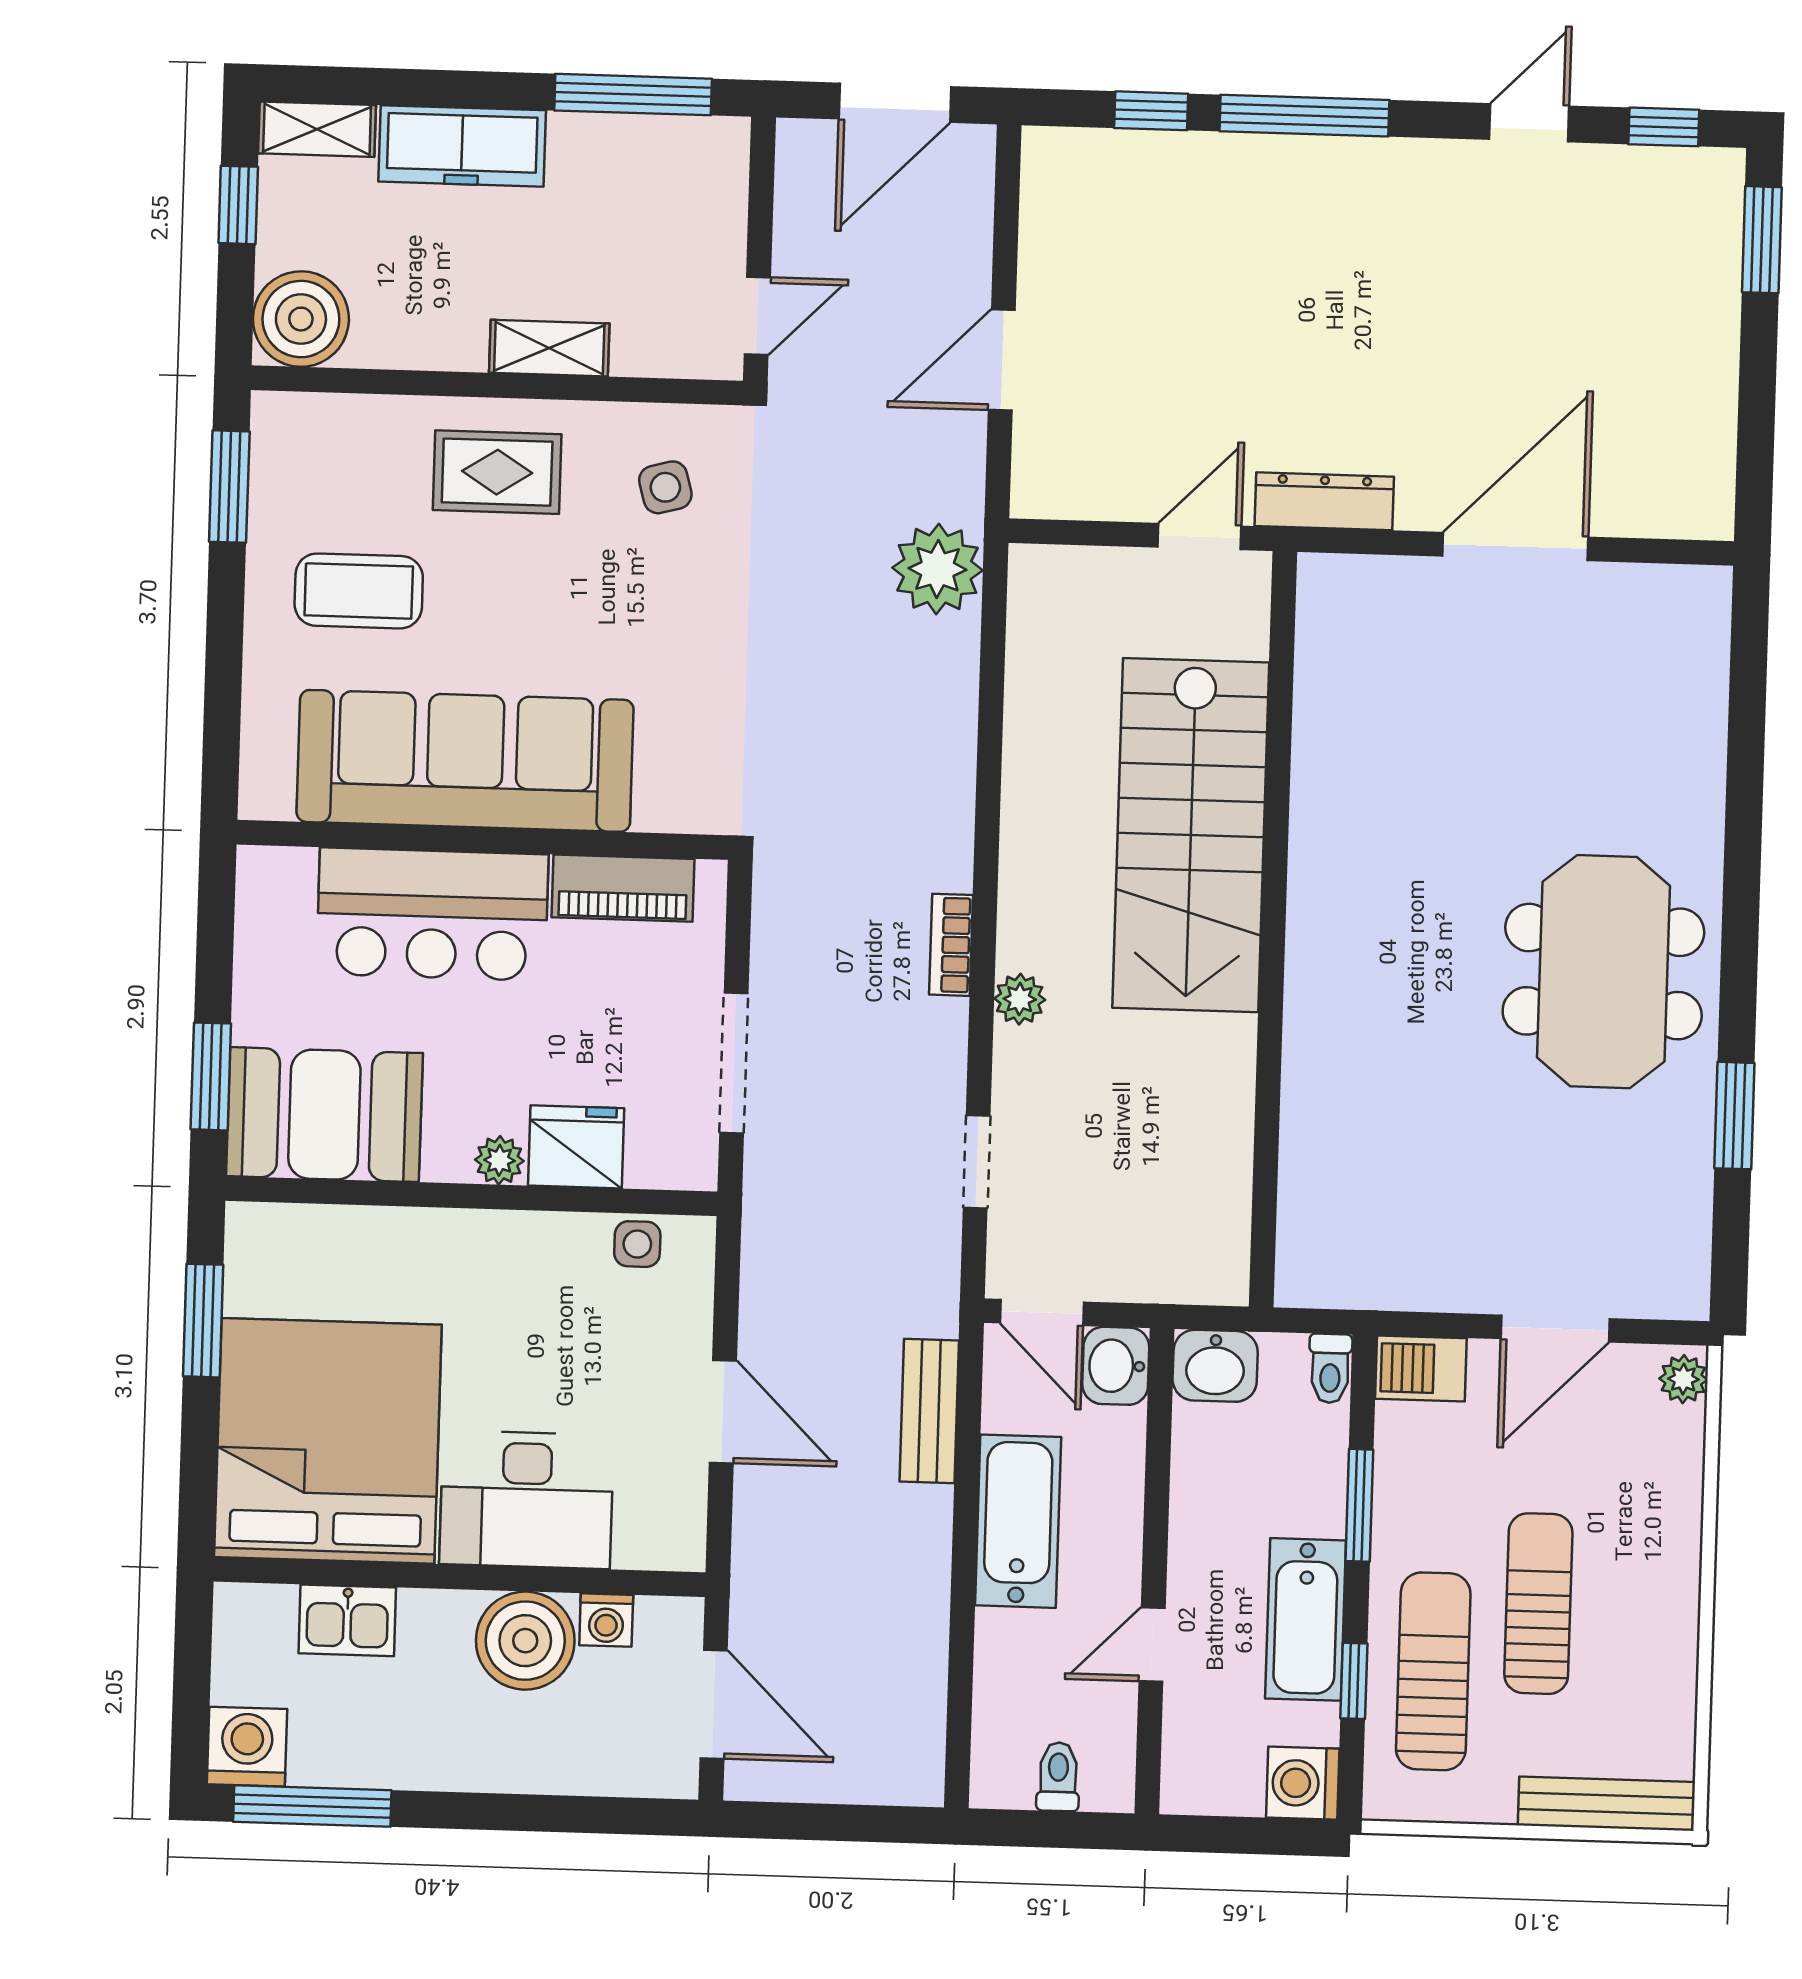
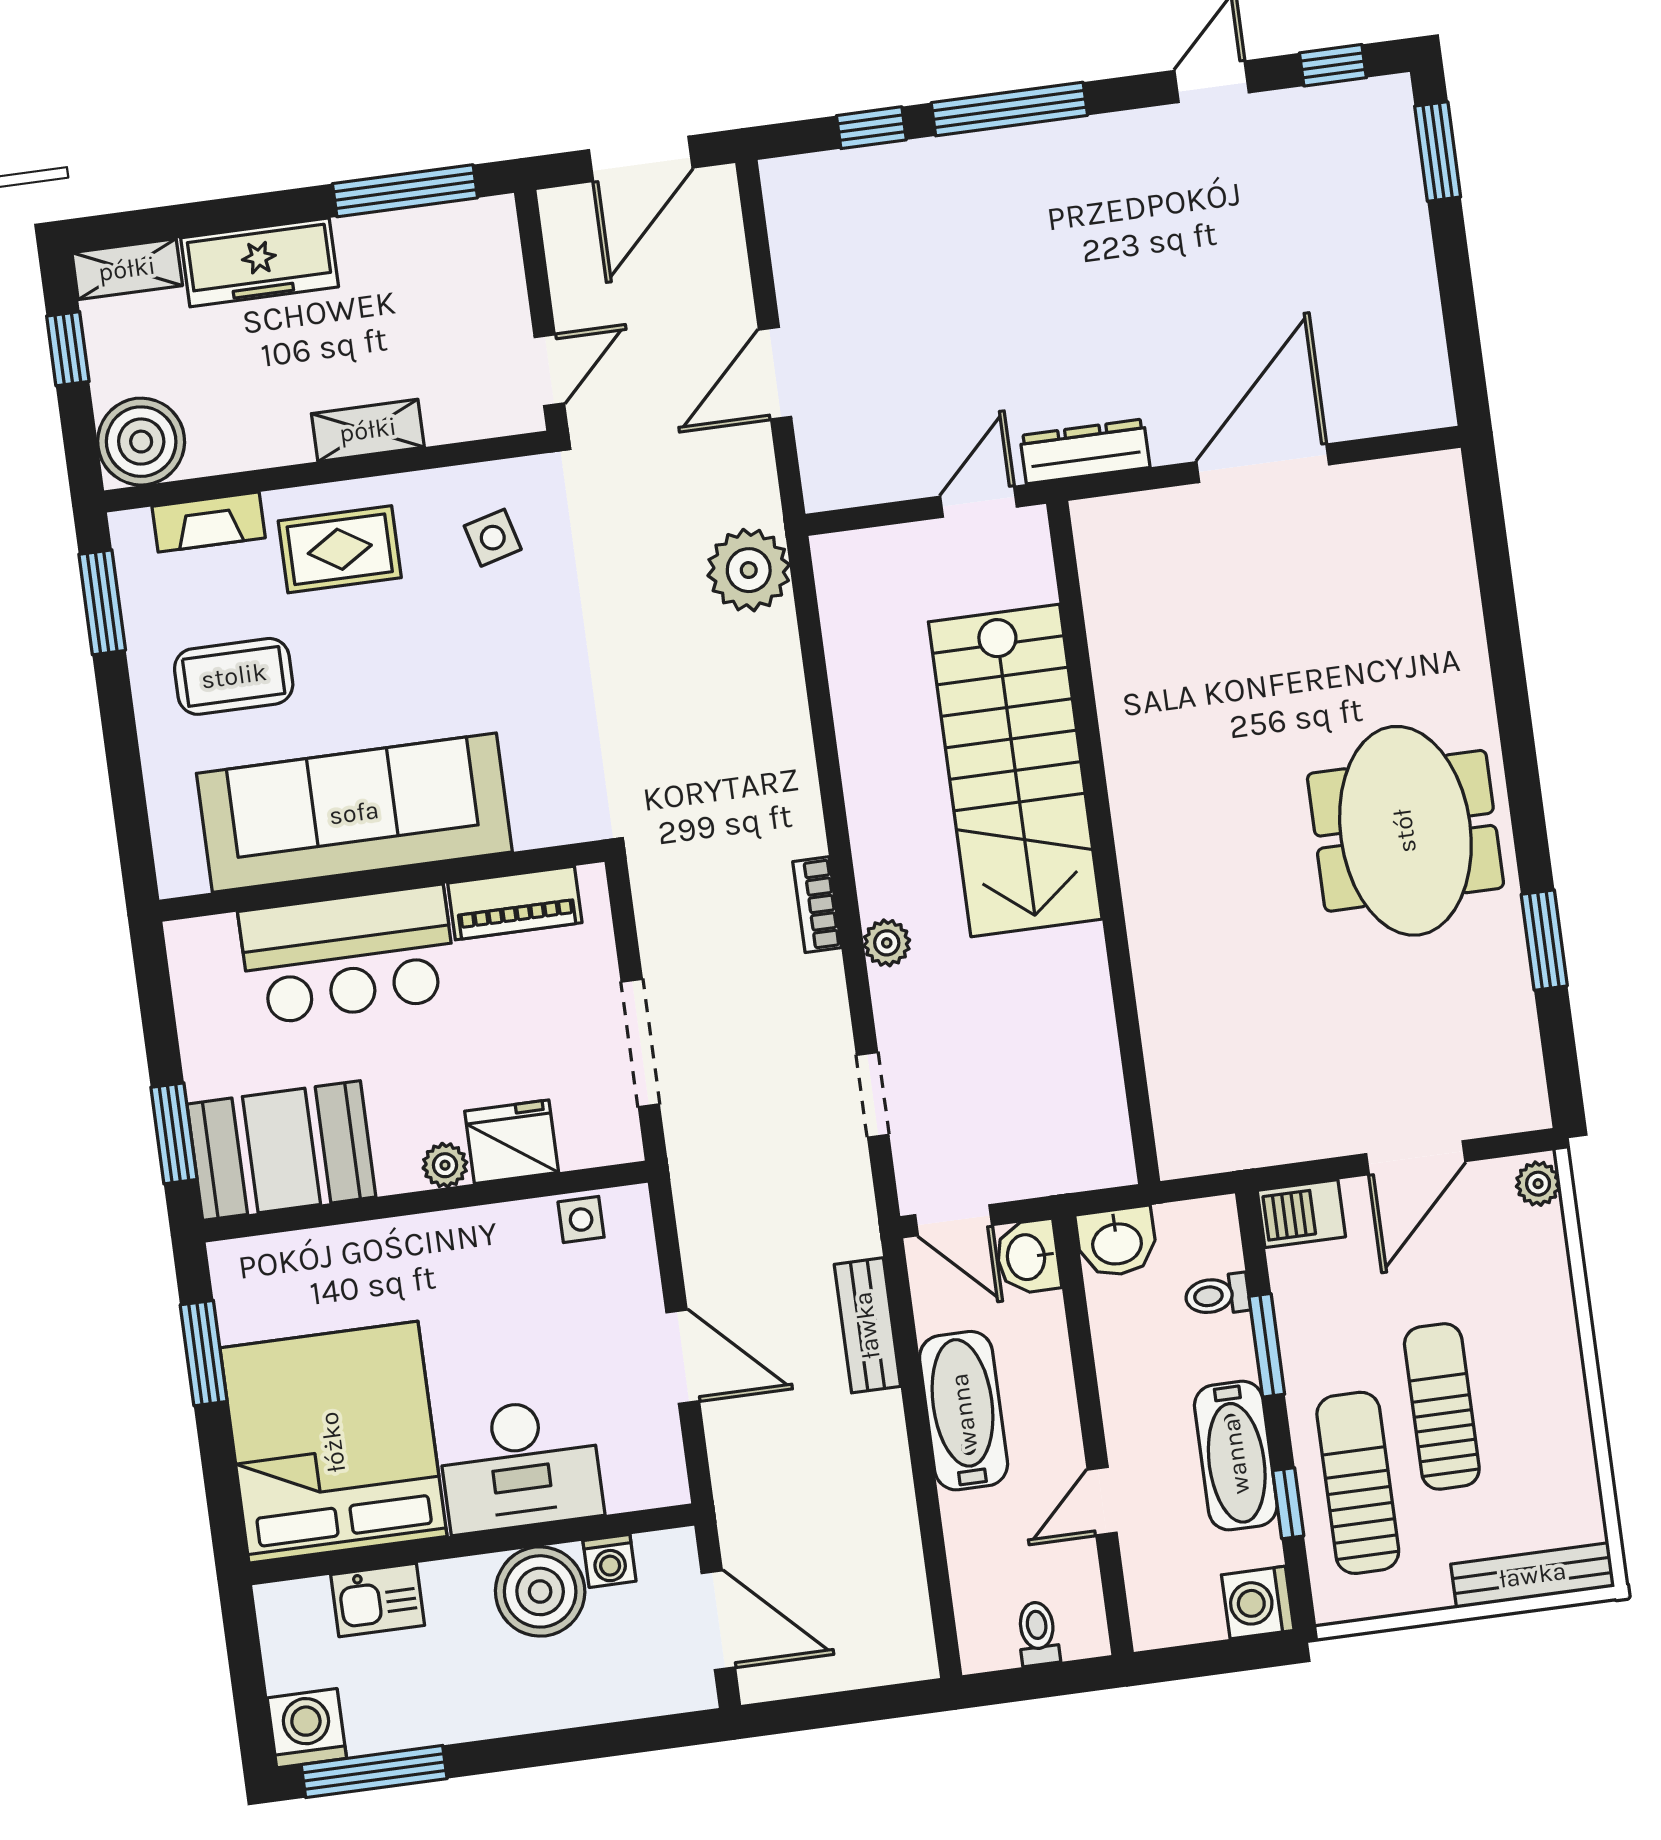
fireplace: (360, 419) -> (209, 522), added
toilet: (1330, 1368) -> (1217, 1295), moved, turned 90

